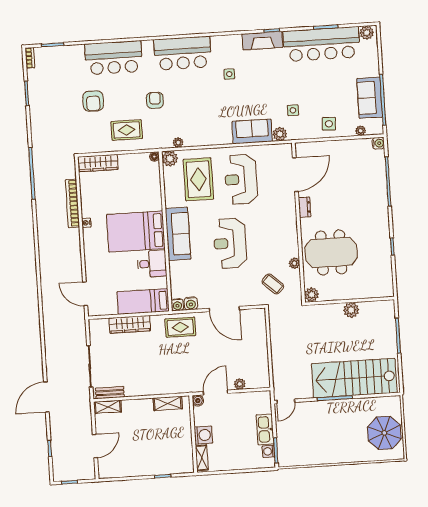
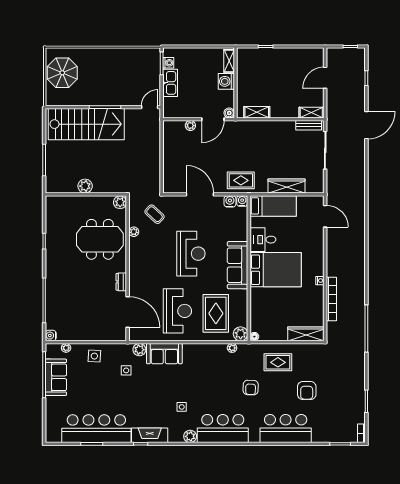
plant: (367, 33) -> (190, 436), moved
armchair: (93, 101) -> (307, 390), turned 180
door: (295, 175) -> (128, 312), swing flipped

